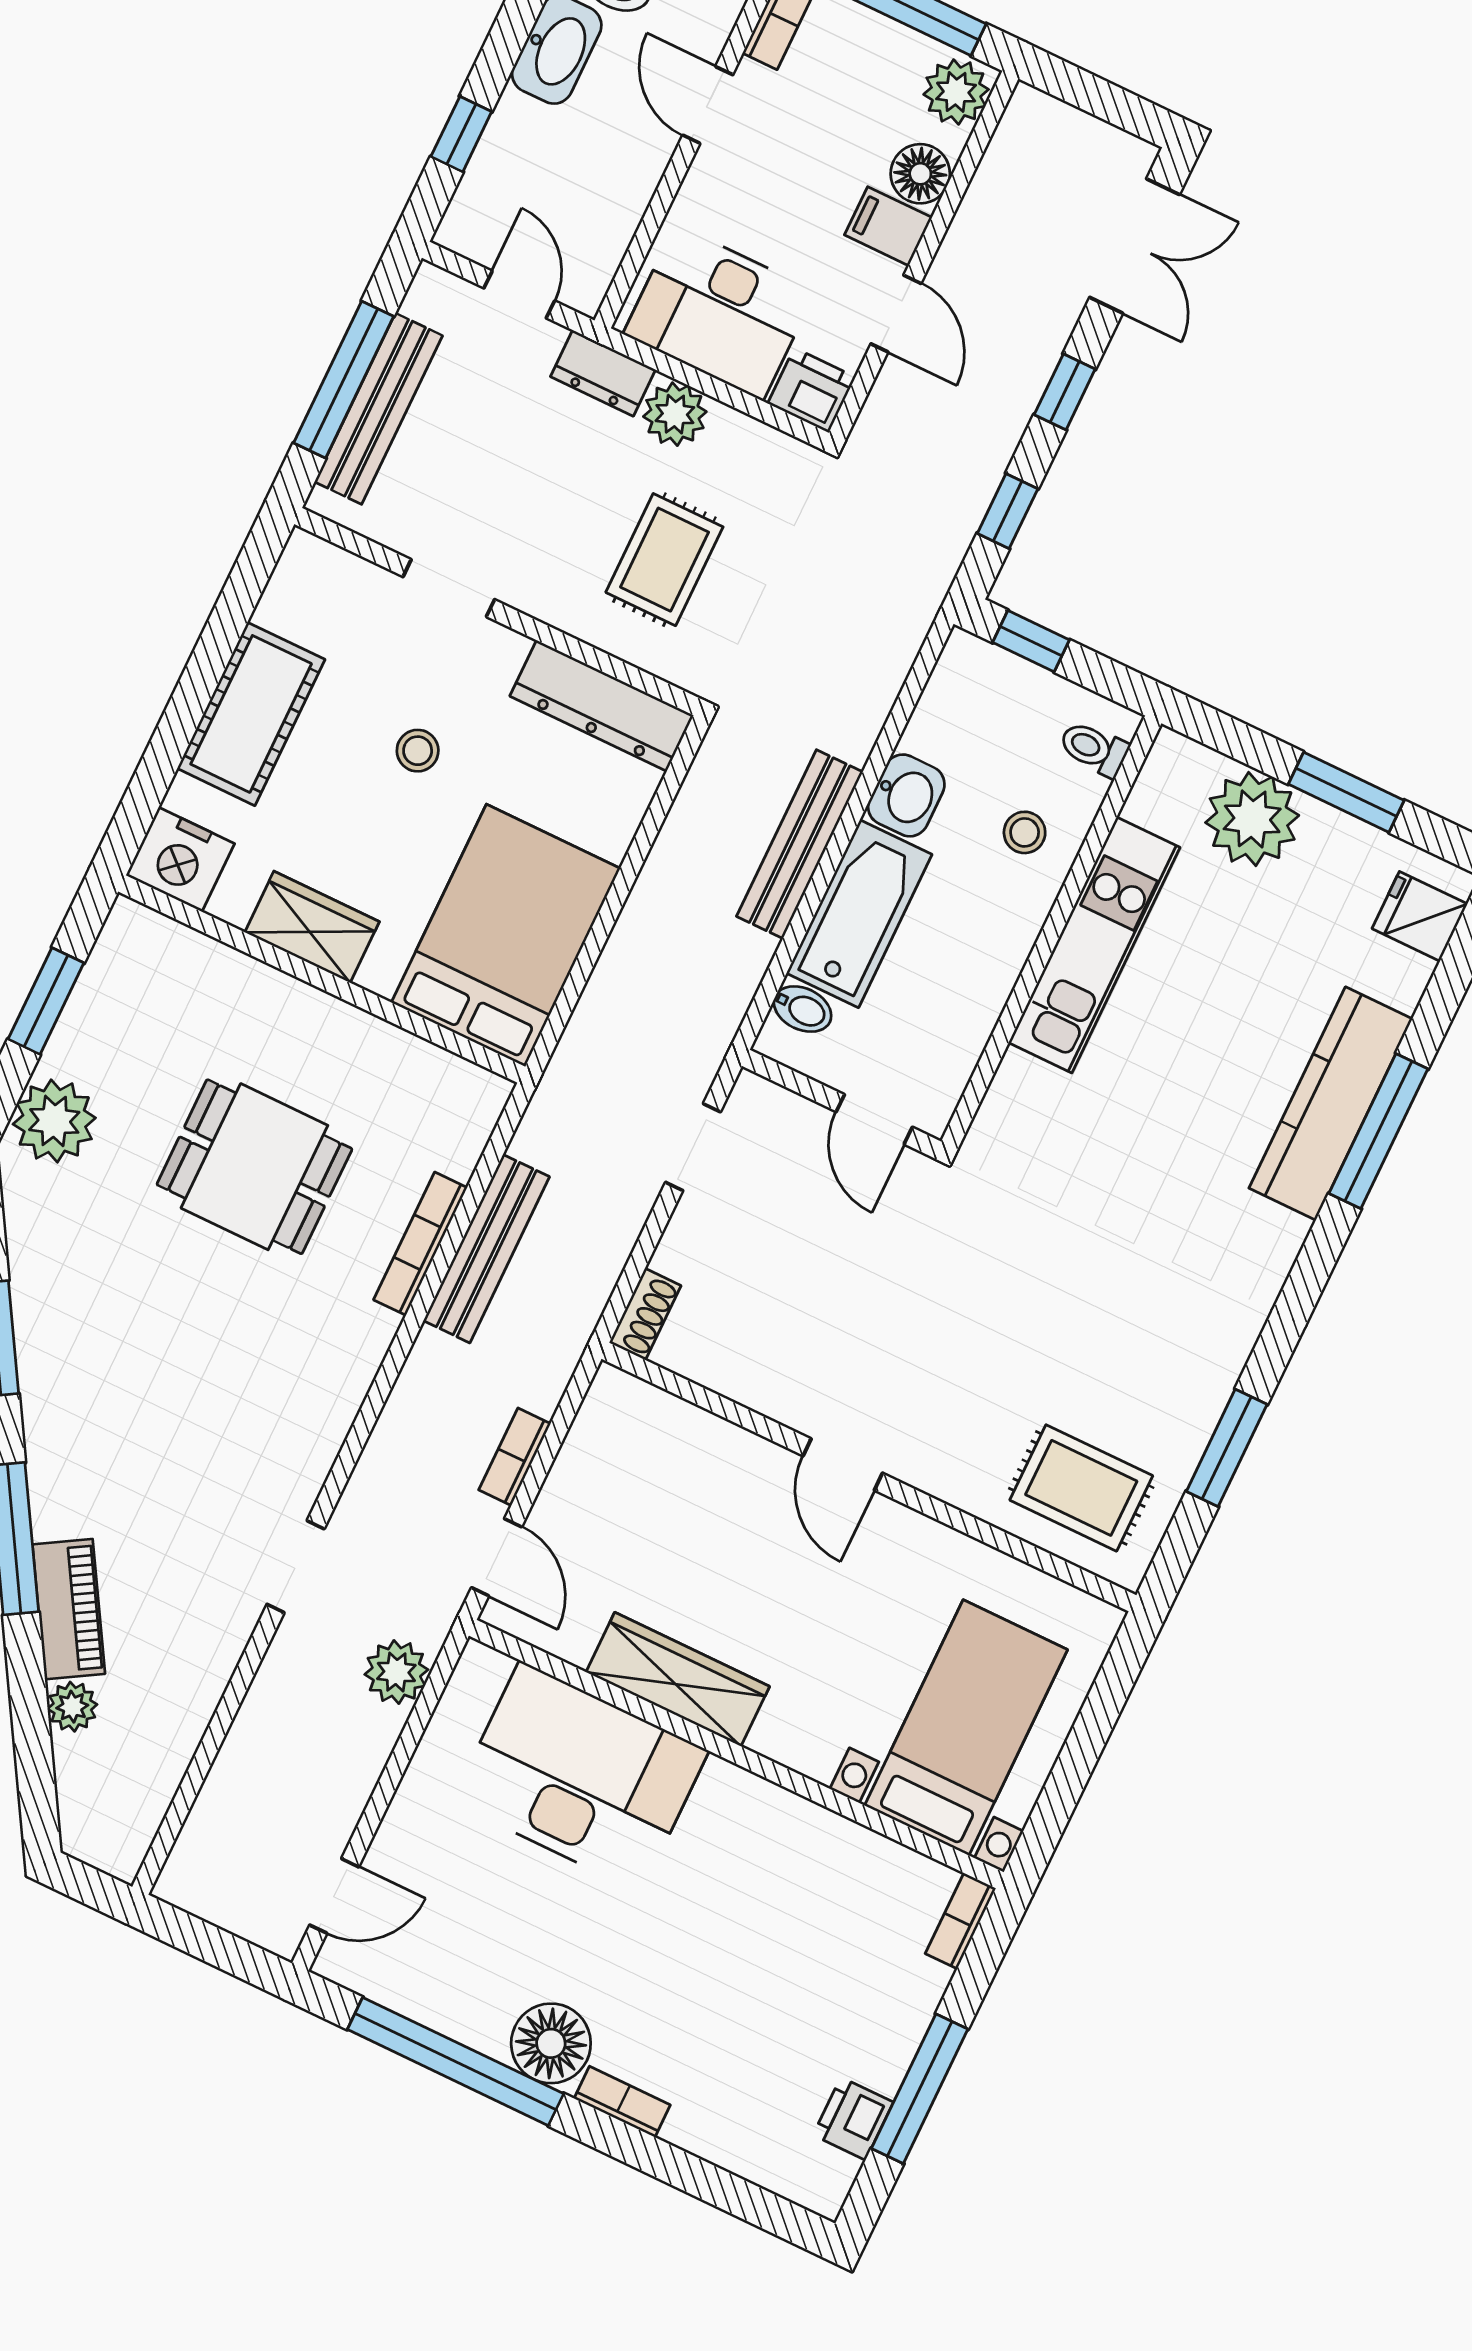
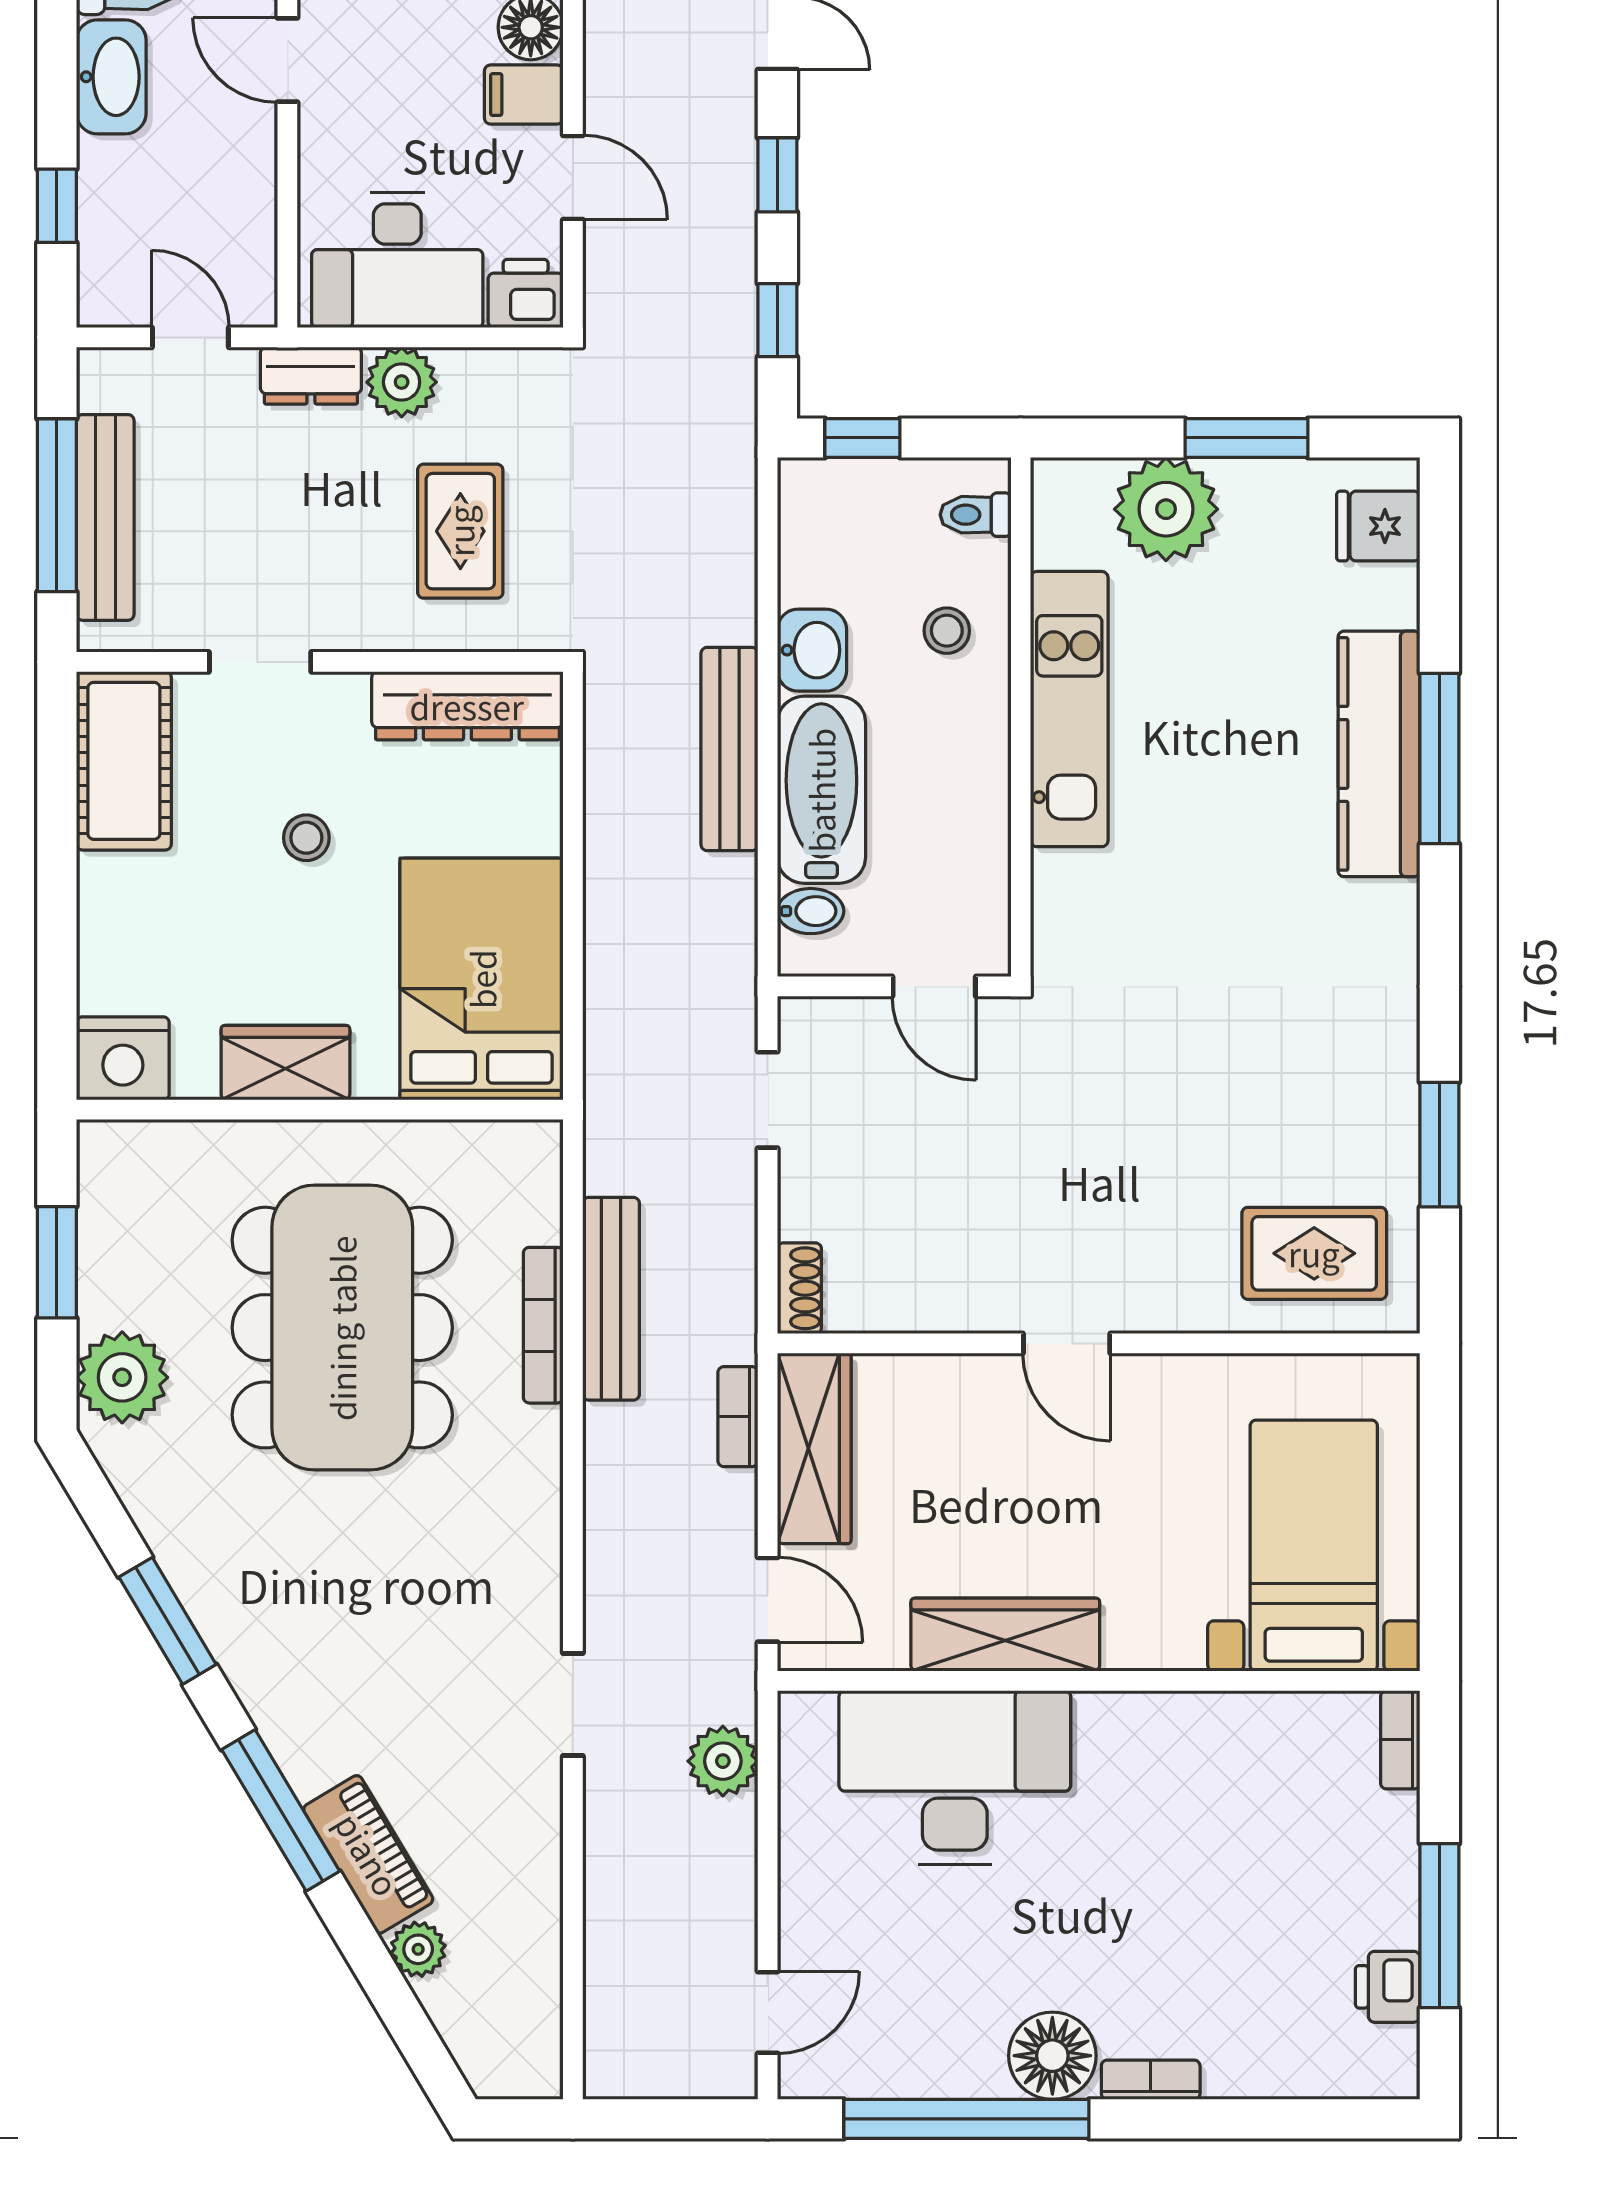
cot: (251, 714) -> (124, 761), moved
dining table: (254, 1167) -> (342, 1328), width x1.88, depth x1.24
wardrobe: (594, 1451) -> (814, 1448), added
bookcase: (515, 1457) -> (738, 1417), moved

